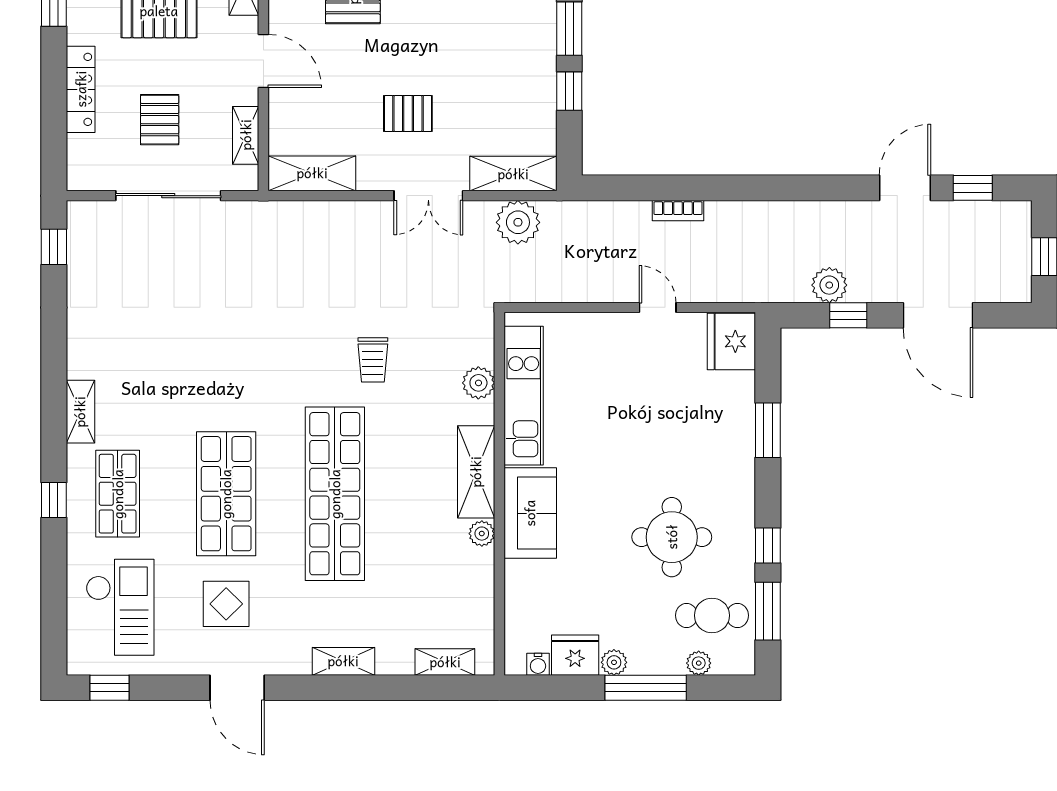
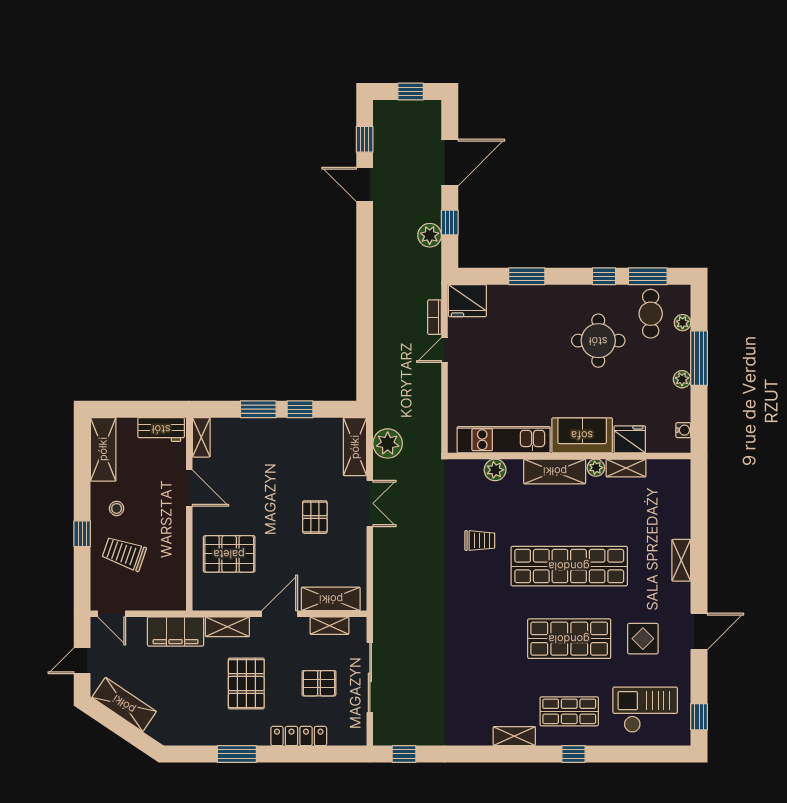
shelving: (312, 173) -> (331, 599), moved, turned 90
bookcase: (678, 211) -> (435, 317), moved, turned 180
fridge: (575, 655) -> (630, 439), moved, turned 90
shelving: (445, 662) -> (626, 468), moved, turned 90

